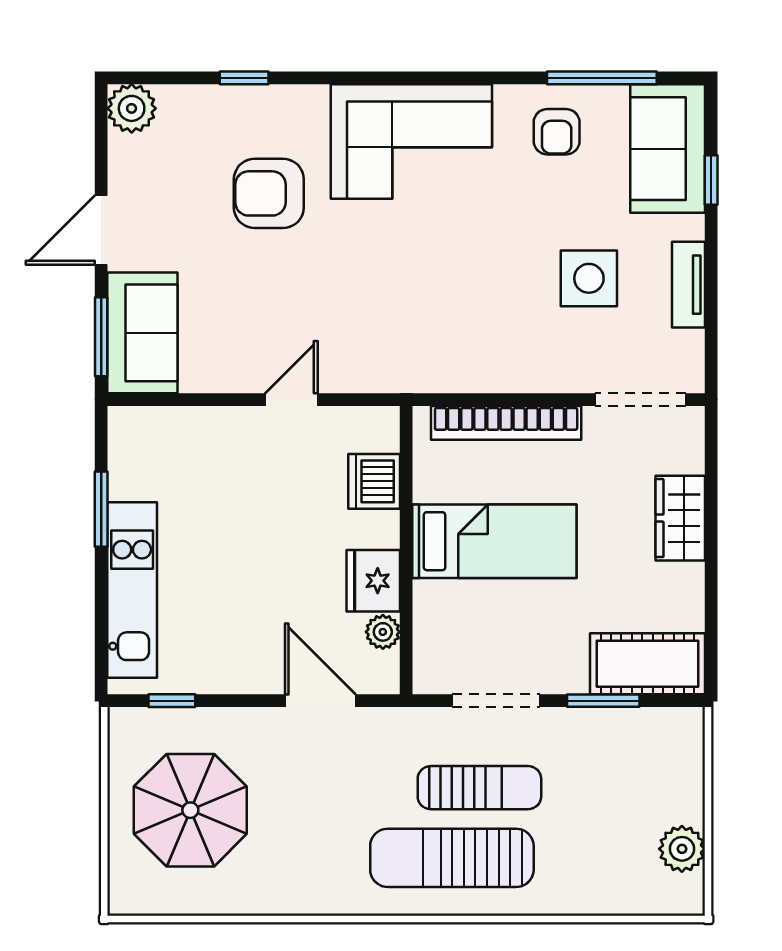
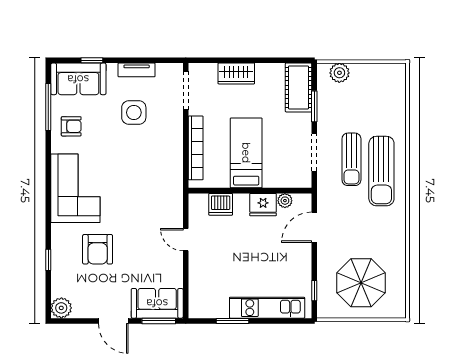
sun lounger: (479, 788) -> (351, 159), turned 180
plant: (682, 849) -> (339, 73), moved

